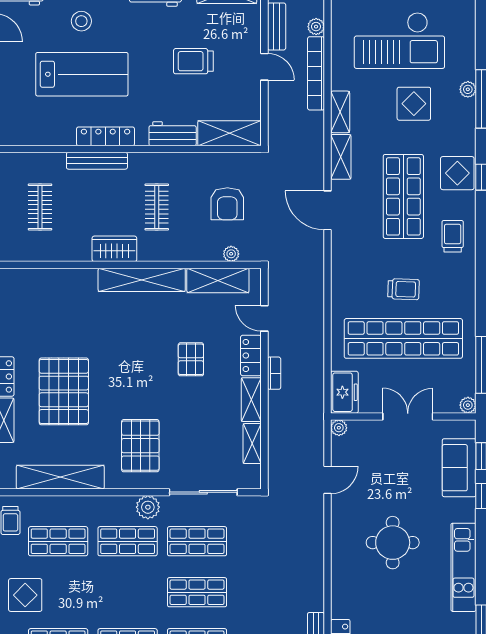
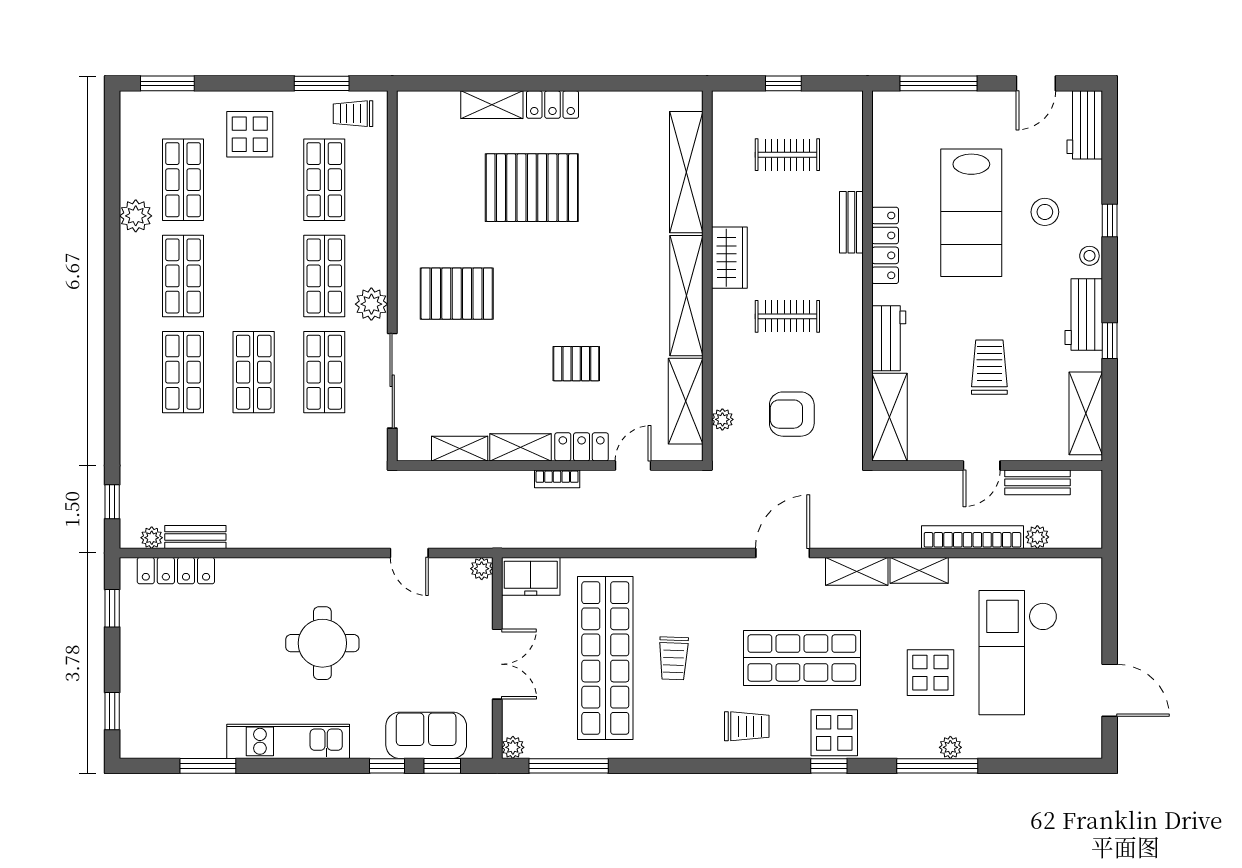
bench: (97, 161) -> (851, 222), width x0.73
shelving: (60, 477) -> (686, 172), moved

